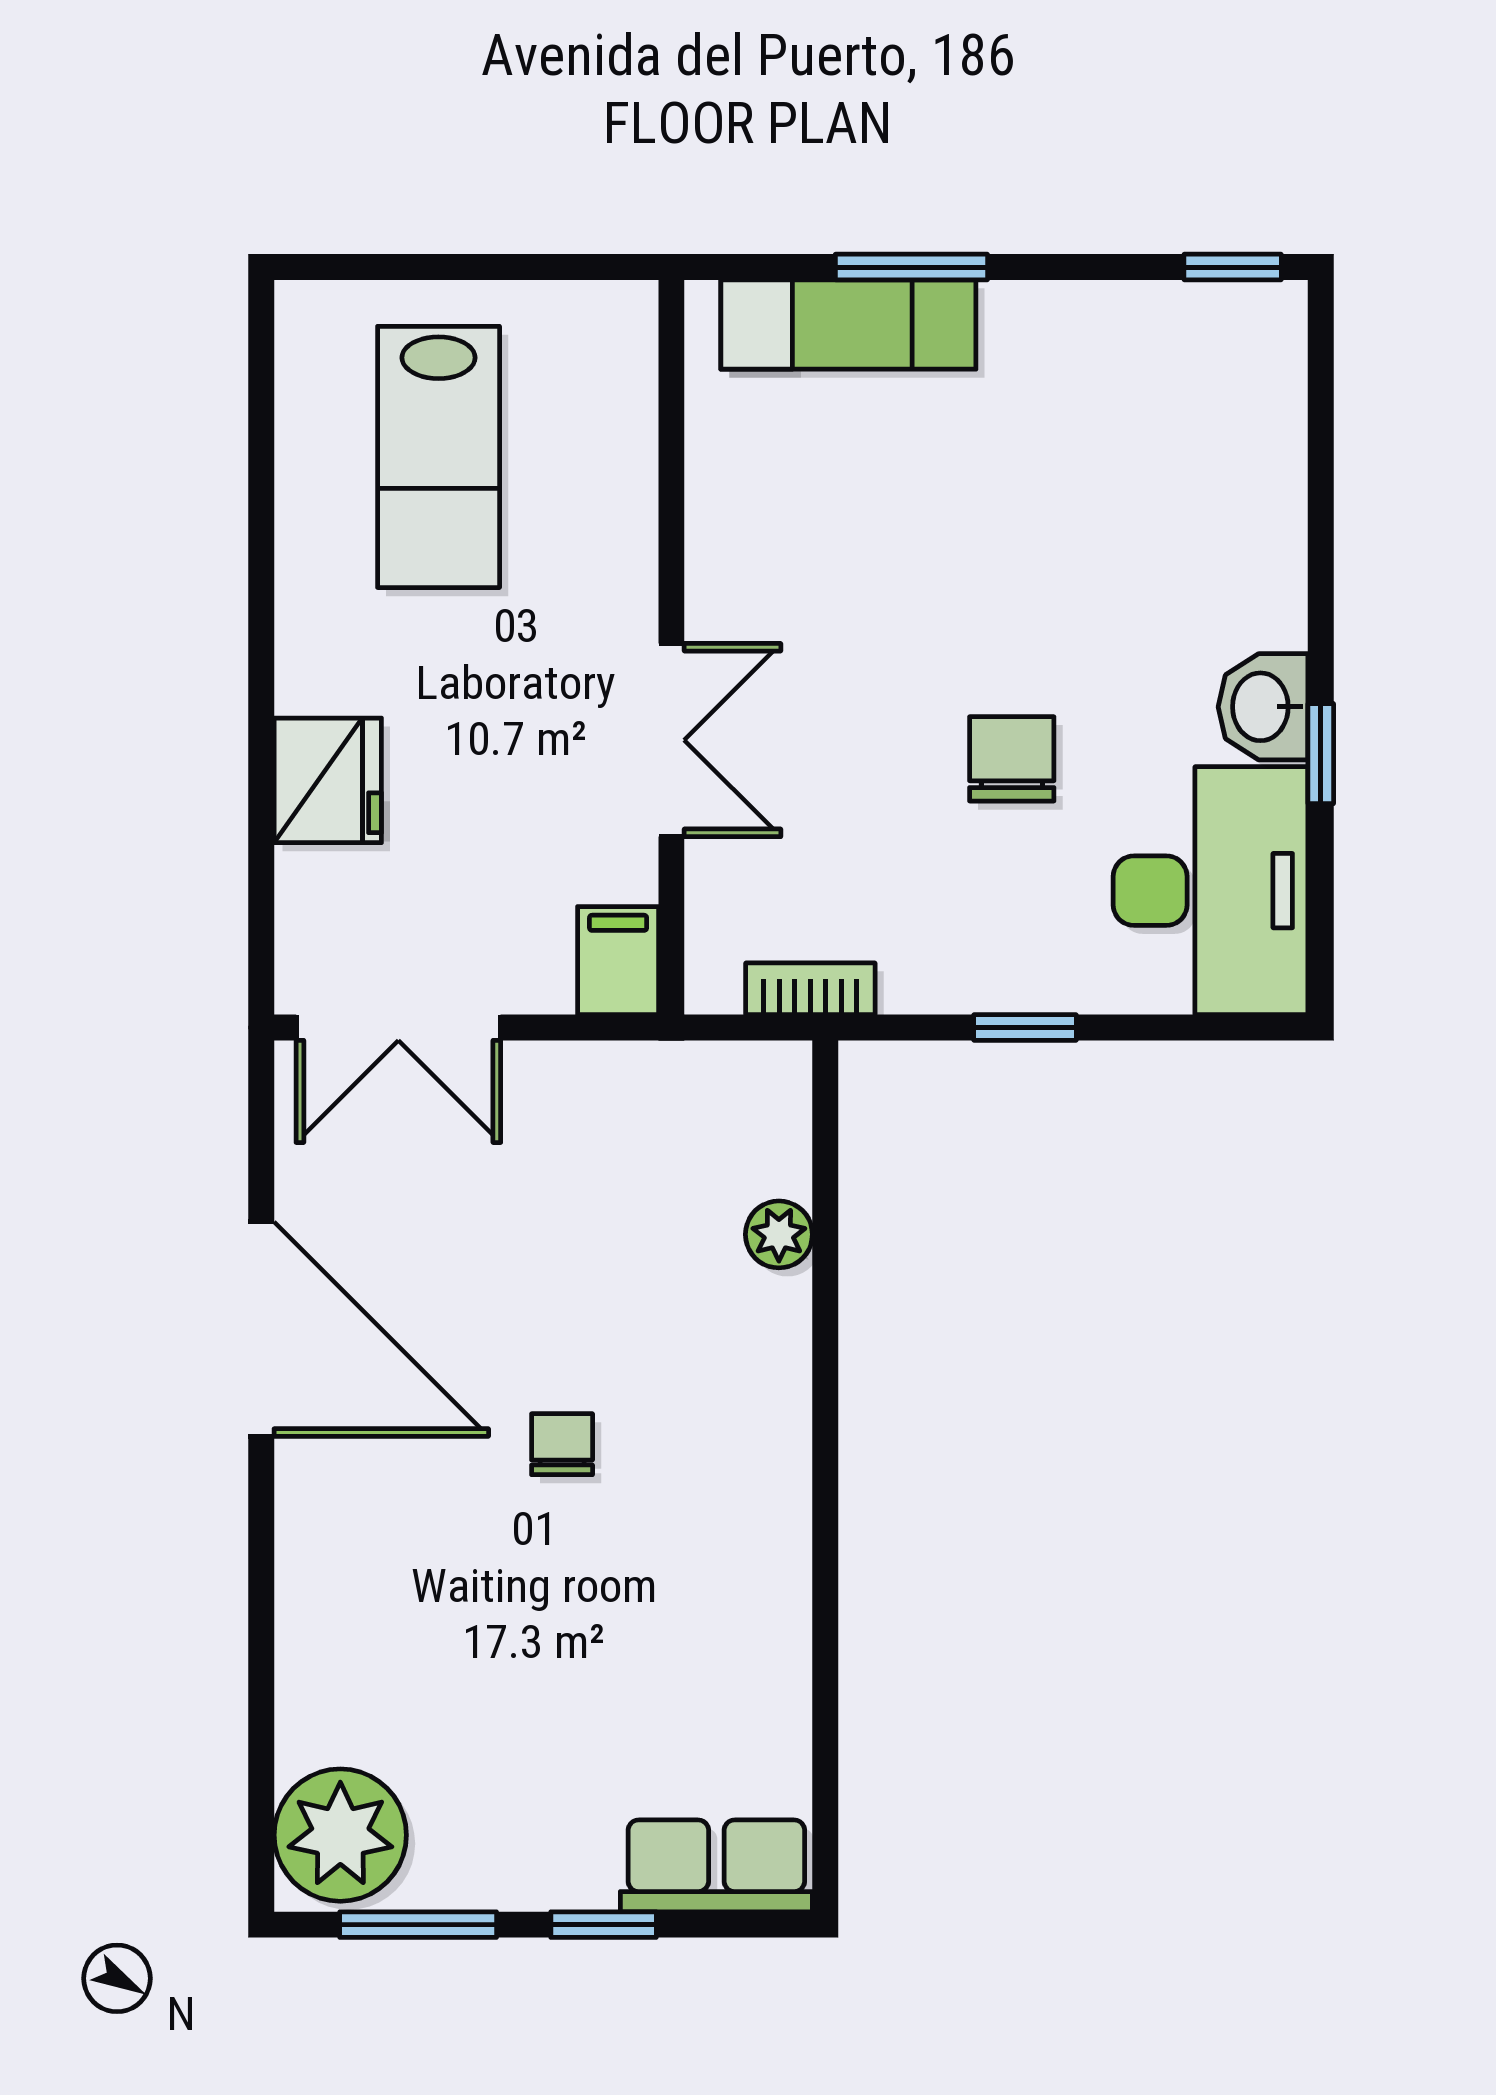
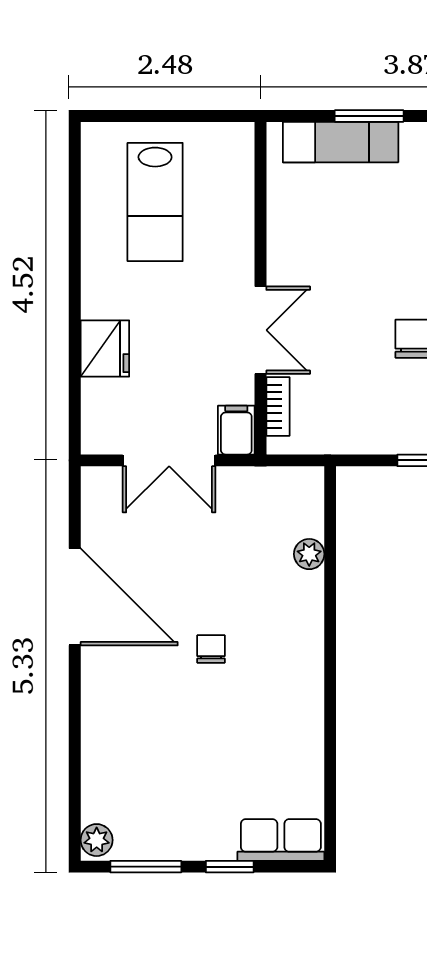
bookcase: (810, 989) -> (278, 406), moved, turned 90
double door: (398, 1027) -> (169, 460), moved
plant: (340, 1835) -> (97, 840), width x0.53, depth x0.53

